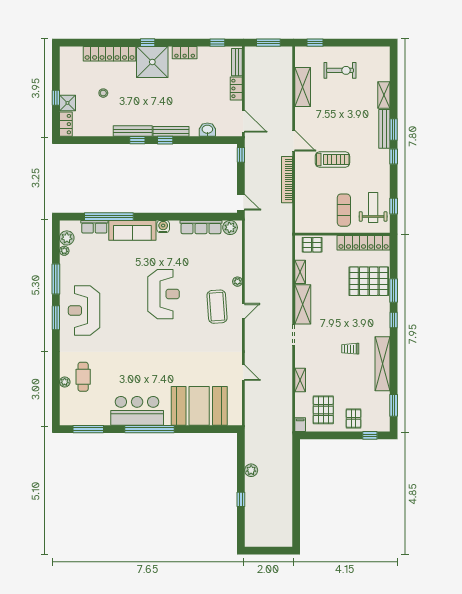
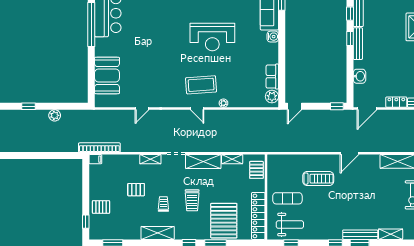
treadmill: (332, 160) -> (318, 179), moved, turned -90
bookcase: (287, 180) -> (99, 147), moved
row of seats: (201, 227) -> (272, 77), width x0.68
trolley: (346, 317) -> (192, 200), added
shelving: (382, 364) -> (158, 233), width x0.68
shelving: (300, 380) -> (150, 159), moved
booth: (199, 406) -> (107, 75), width x0.73, depth x0.70
pallet: (323, 410) -> (136, 190), moved, width x0.67, depth x0.71

